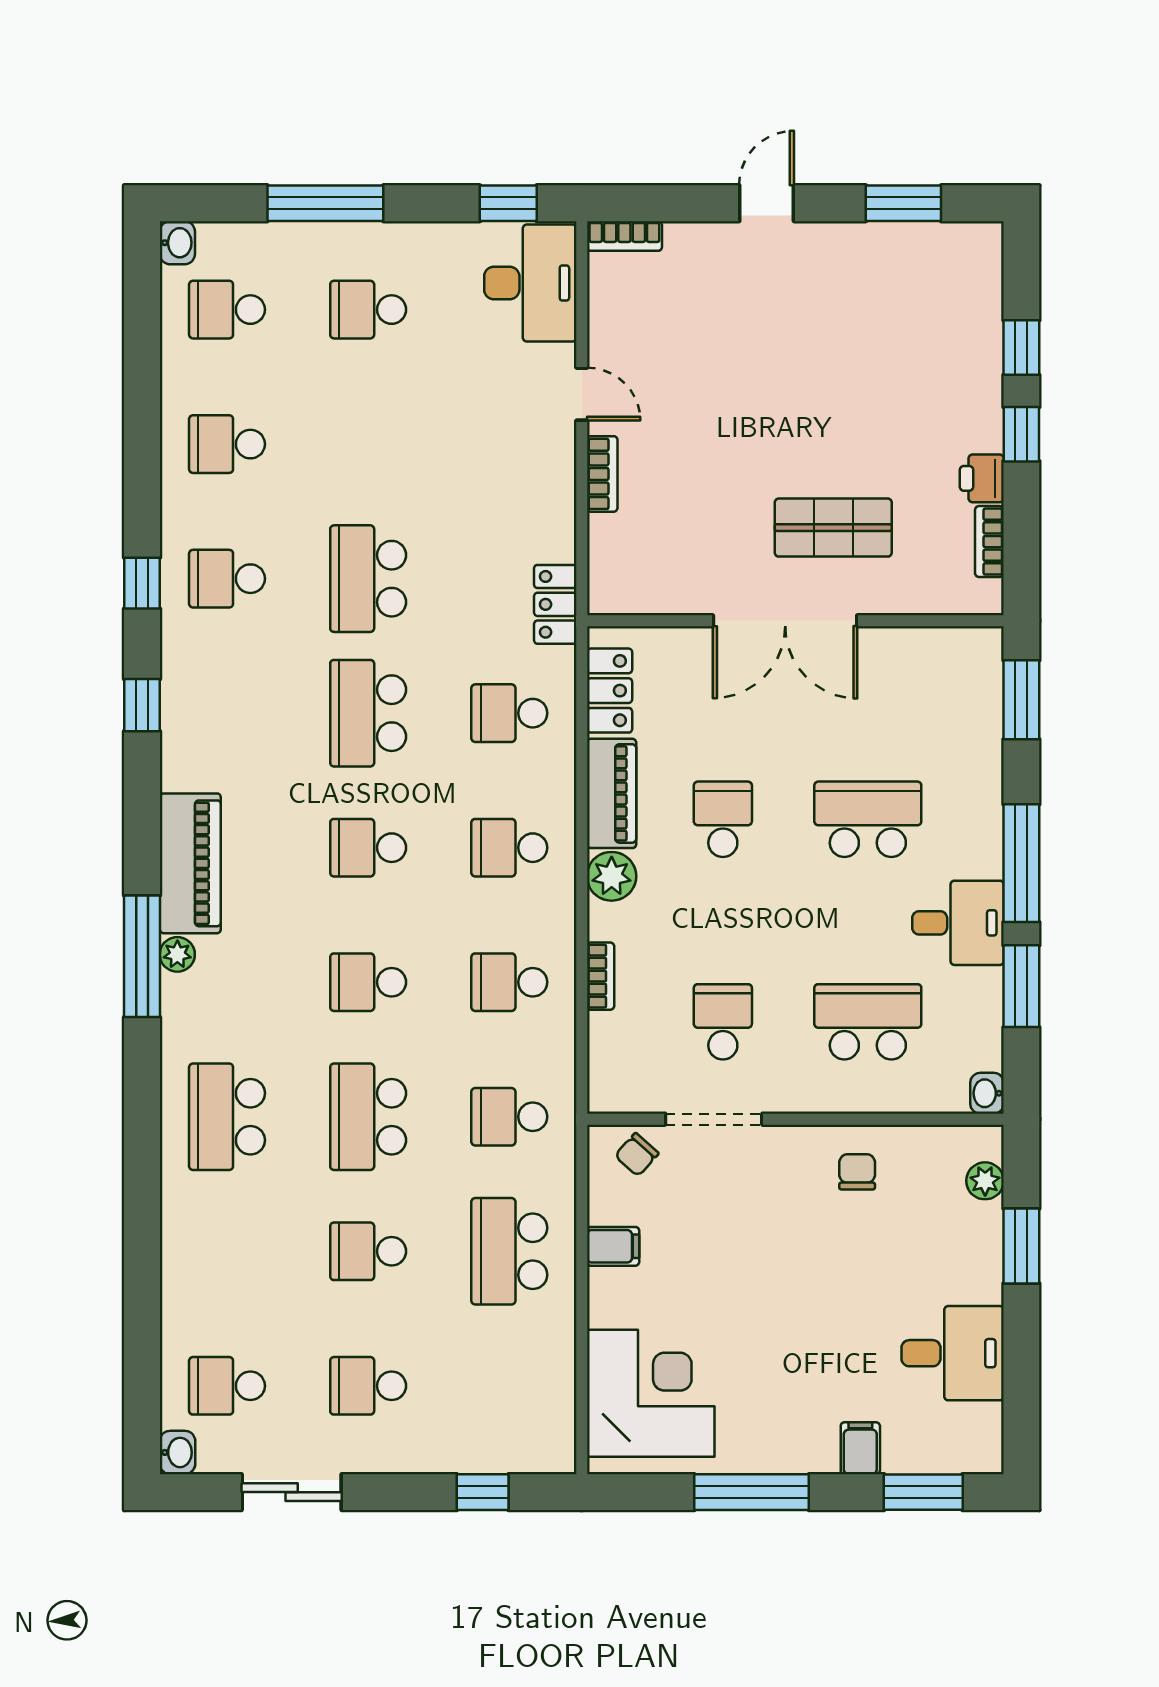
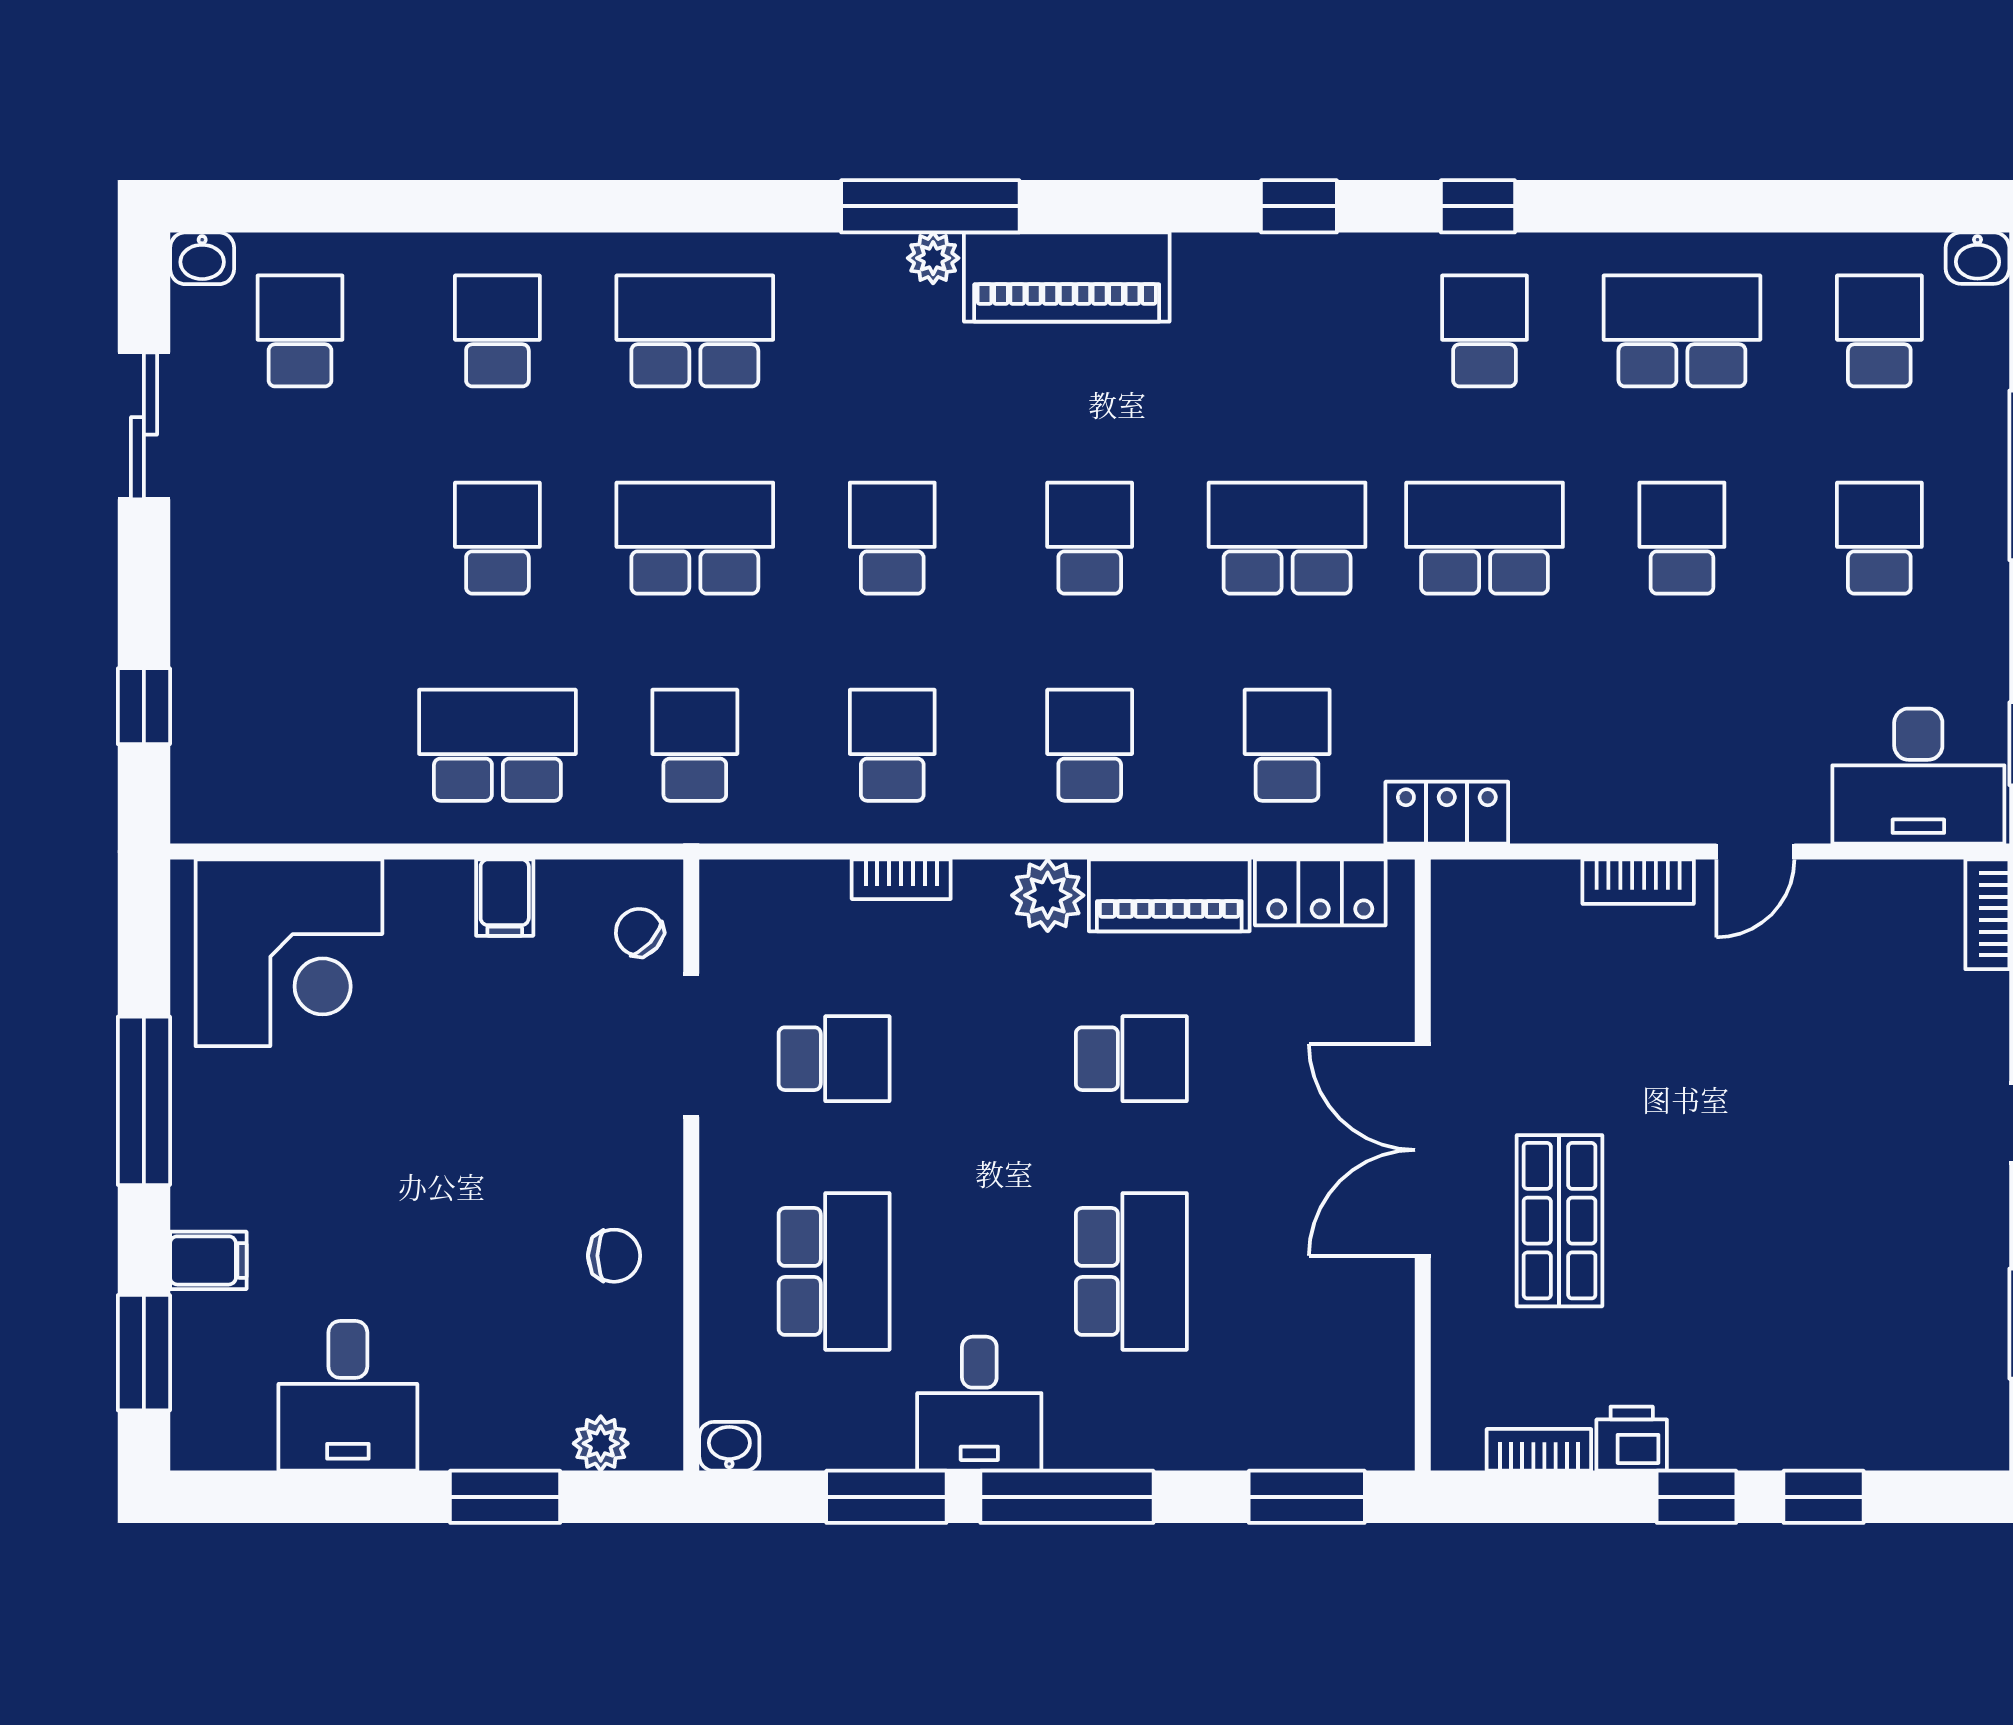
school desk: (227, 444) -> (1682, 331), width x1.85
school desk: (368, 444) -> (1682, 538), added
school desk: (368, 1386) -> (497, 331), moved

